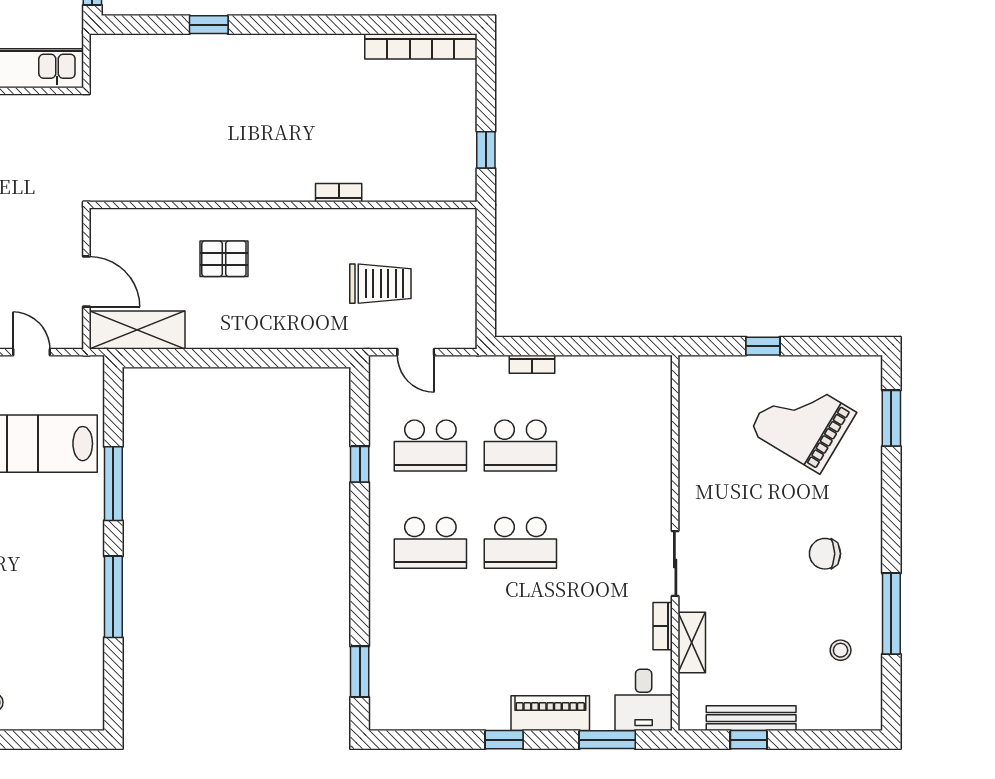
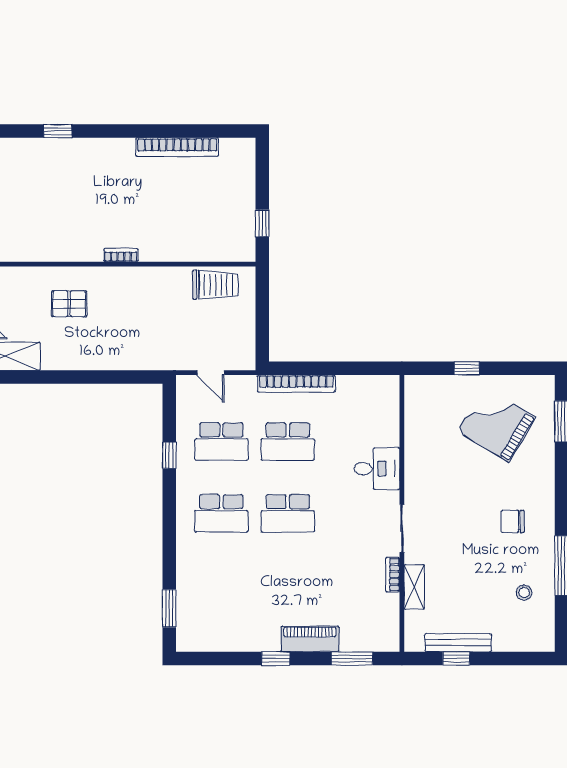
bookcase: (421, 46) -> (177, 147), moved
bookcase: (339, 193) -> (121, 255), moved
trolley: (380, 284) -> (215, 285), moved
bookcase: (532, 364) -> (296, 384), width x2.31, depth x1.31
desk: (644, 700) -> (377, 469), moved, turned -90

